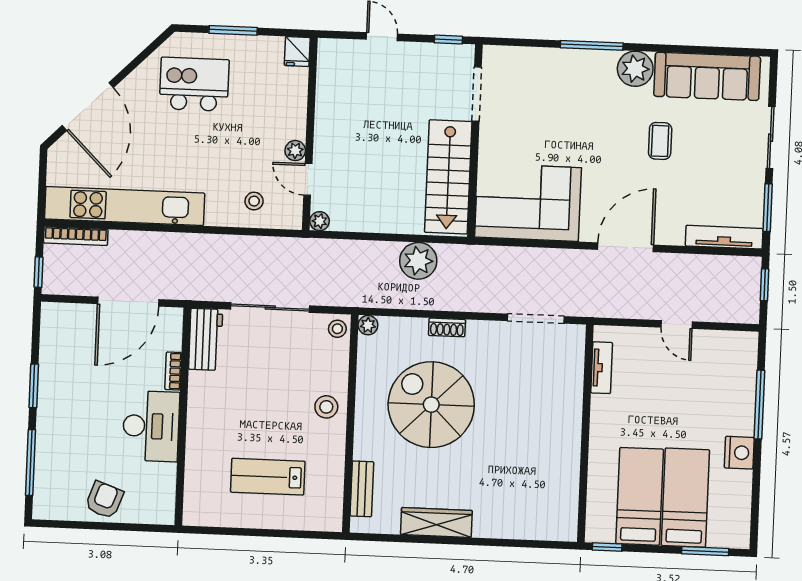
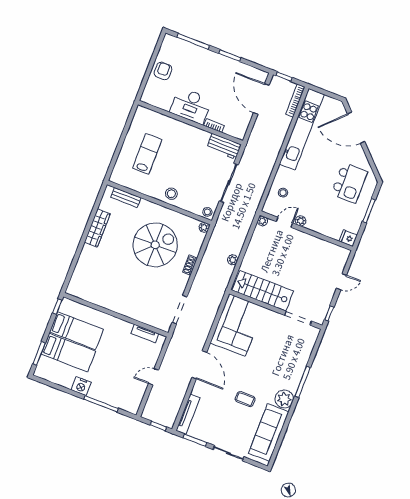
plant: (418, 261) -> (233, 260), width x0.53, depth x0.53
door: (128, 302) -> (261, 99), moved
armchair: (104, 500) -> (163, 71), turned -110

